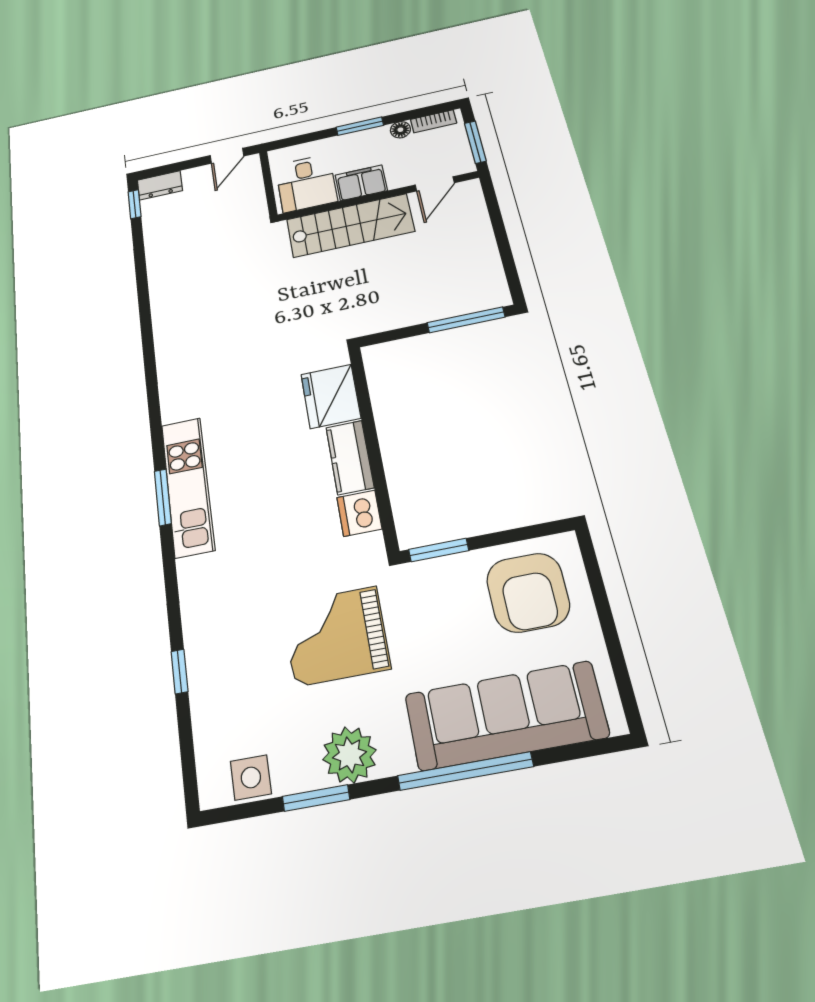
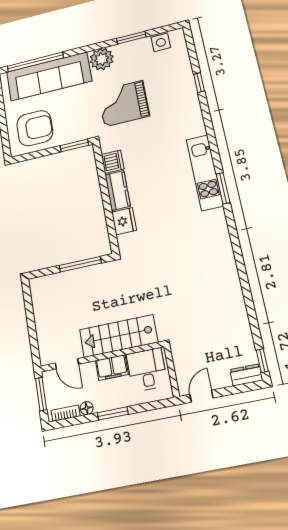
door: (435, 184) -> (67, 364), swing flipped
window: (466, 320) -> (80, 264), moved
fridge: (331, 396) -> (124, 221), width x0.73, depth x0.75
window: (163, 497) -> (223, 188), moved
armchair: (528, 592) -> (35, 128), turned 90
grand piano: (336, 636) -> (124, 104), turned 180
plant: (349, 755) -> (102, 59), moved
window: (465, 771) -> (35, 62), moved

